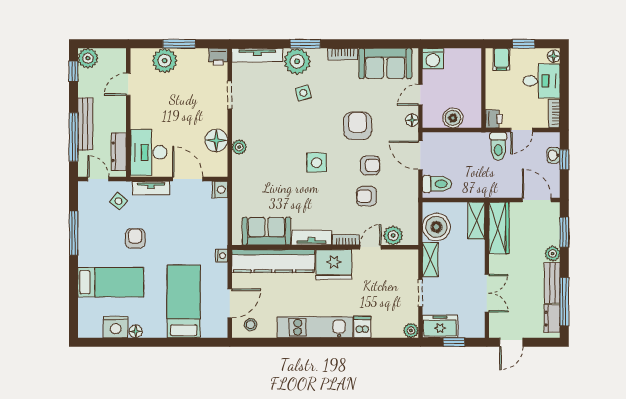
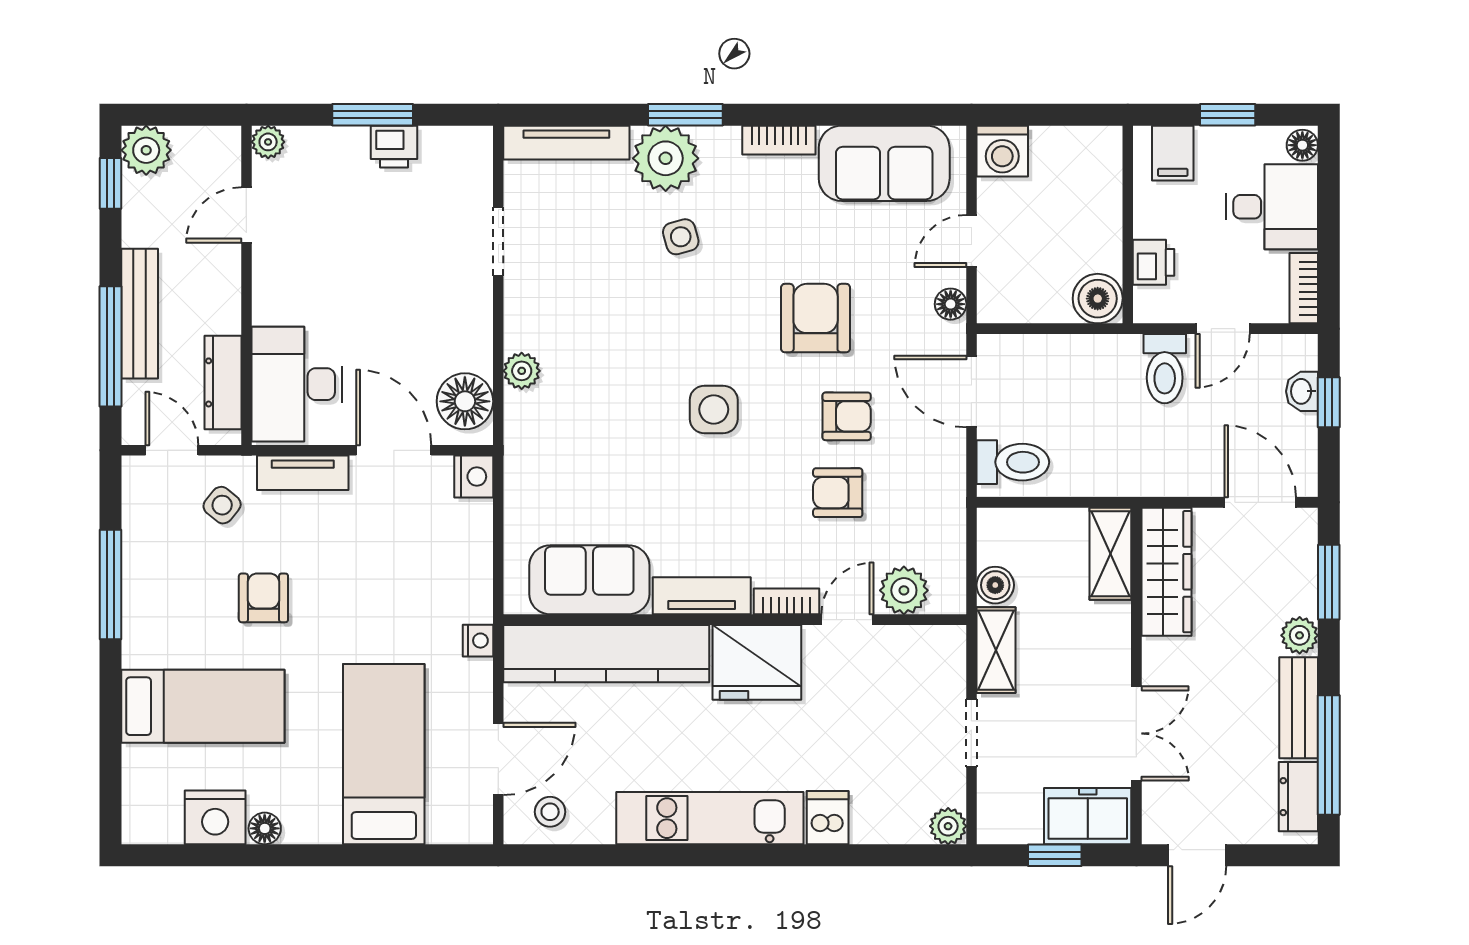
printer: (218, 57) -> (394, 147), moved
plant: (165, 61) -> (268, 142), moved, width x0.53, depth x0.53
boiler: (453, 118) -> (1098, 299), moved
printer: (494, 119) -> (1153, 262), moved
floor lamp: (216, 140) -> (465, 401), moved
boiler: (436, 227) -> (995, 585), width x0.54, depth x0.54
freezer: (440, 326) -> (1088, 816), moved

